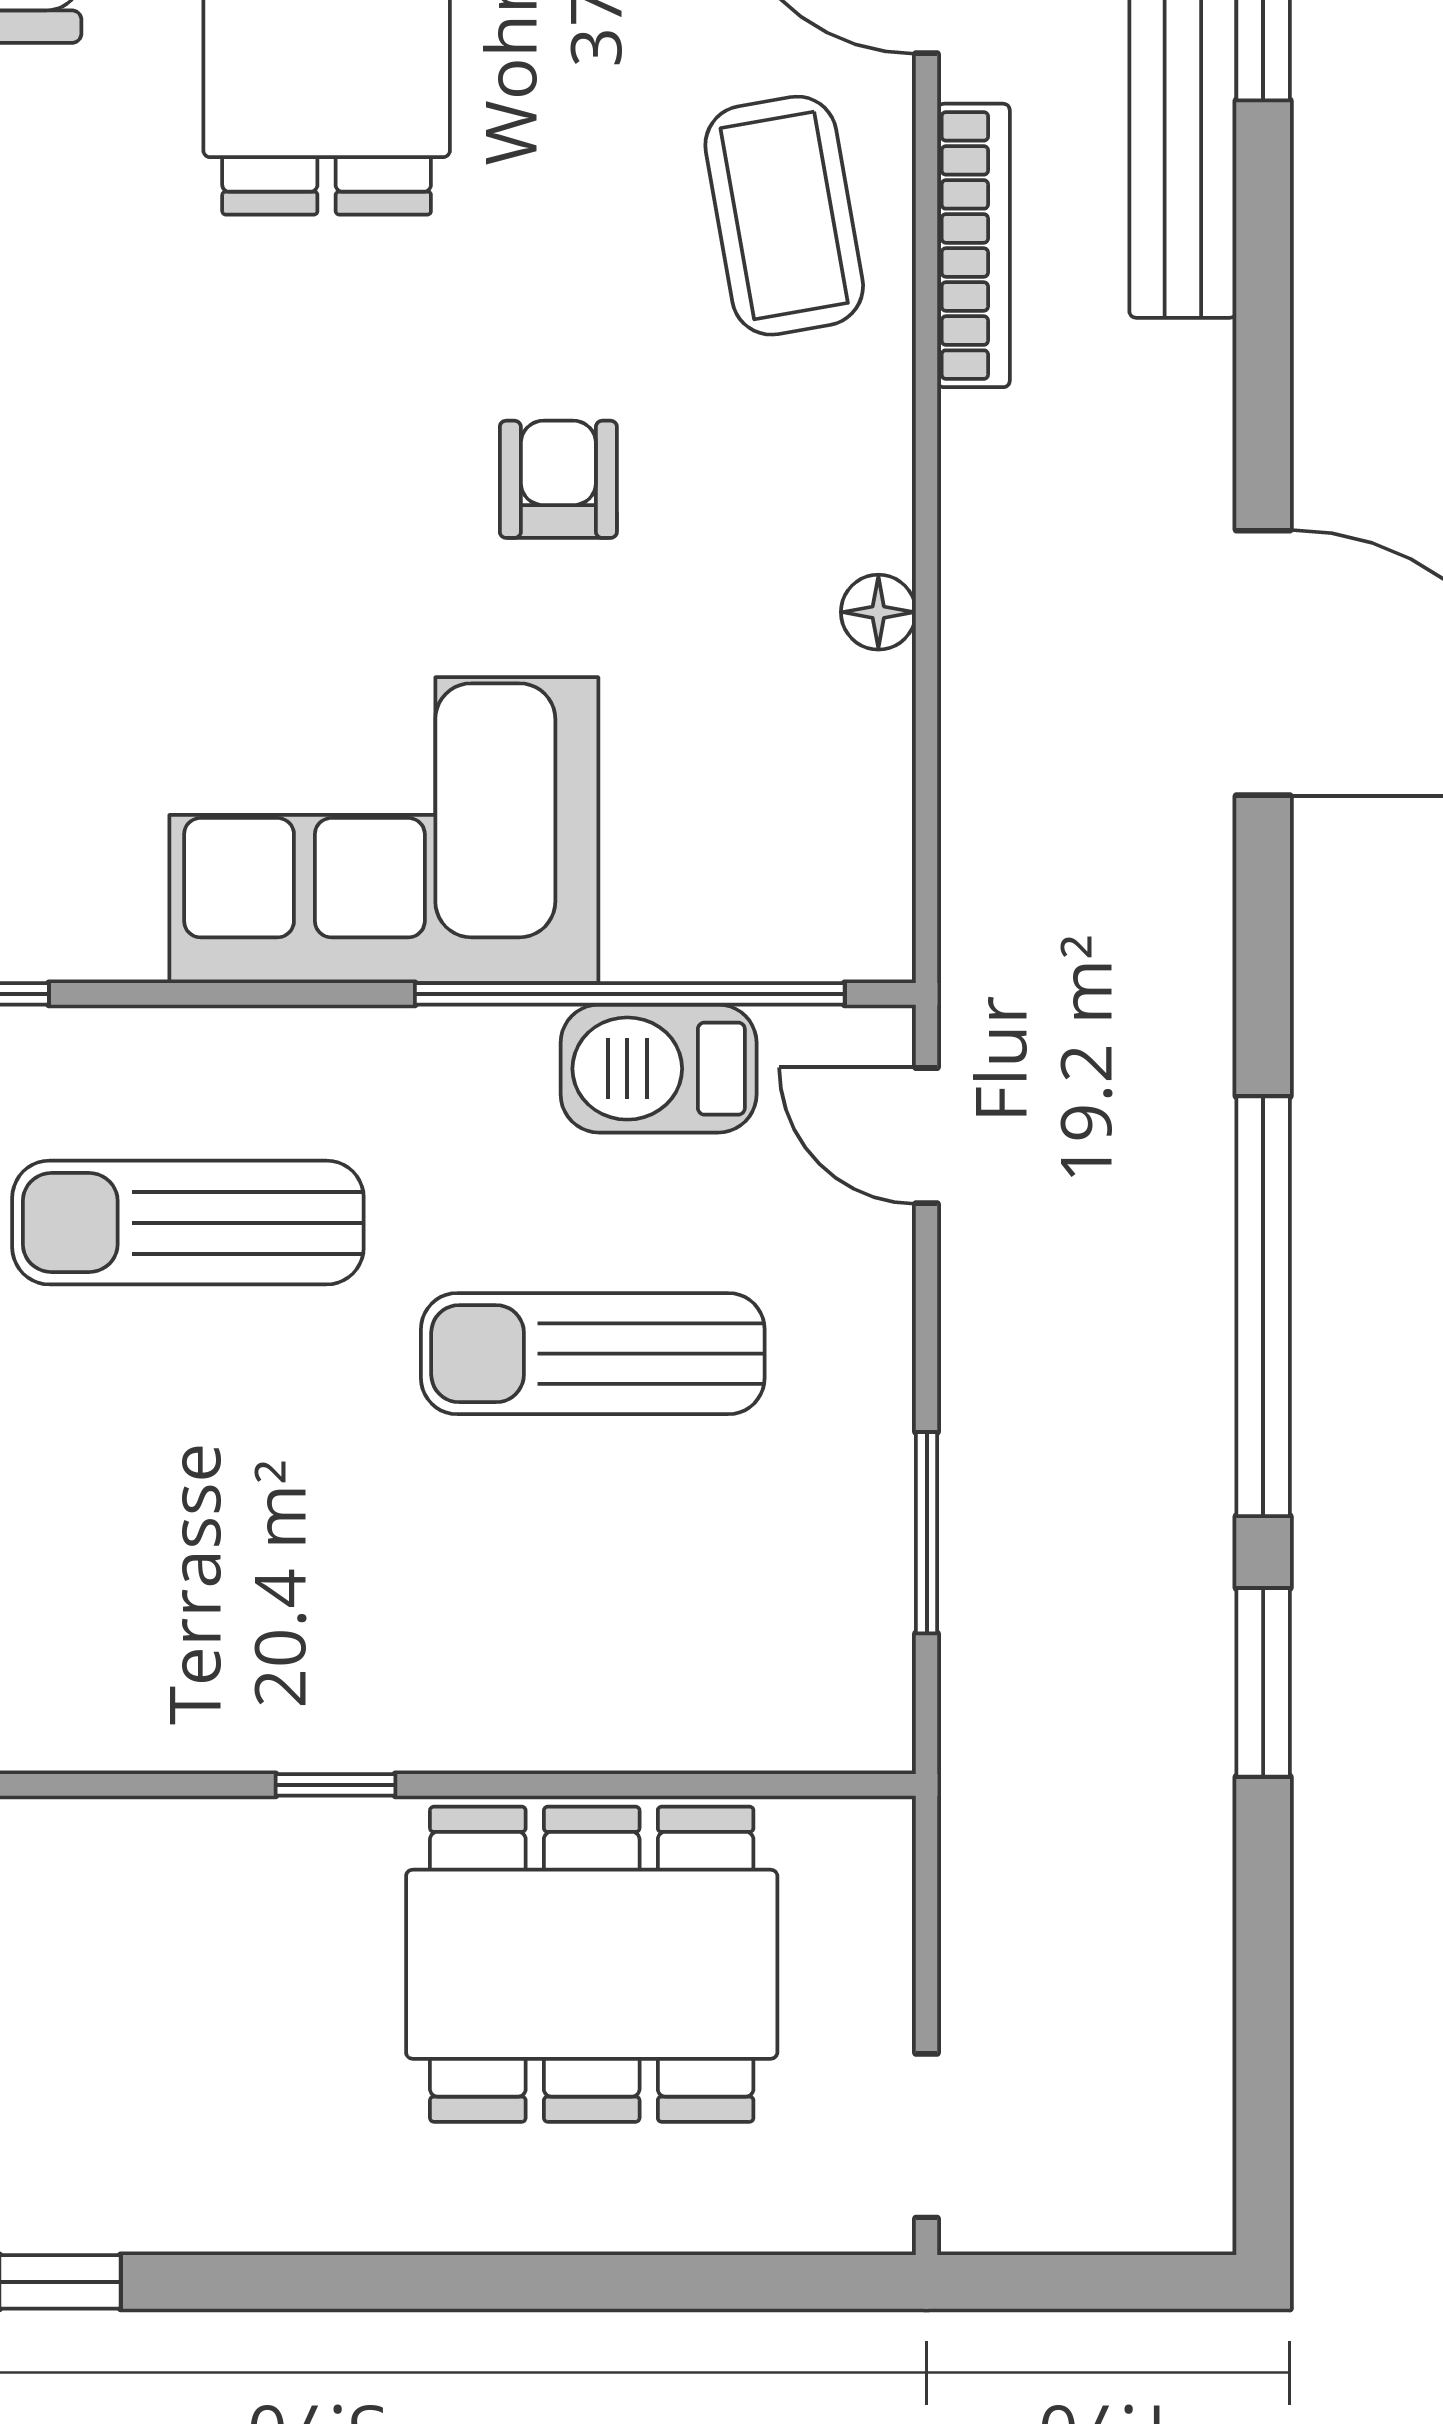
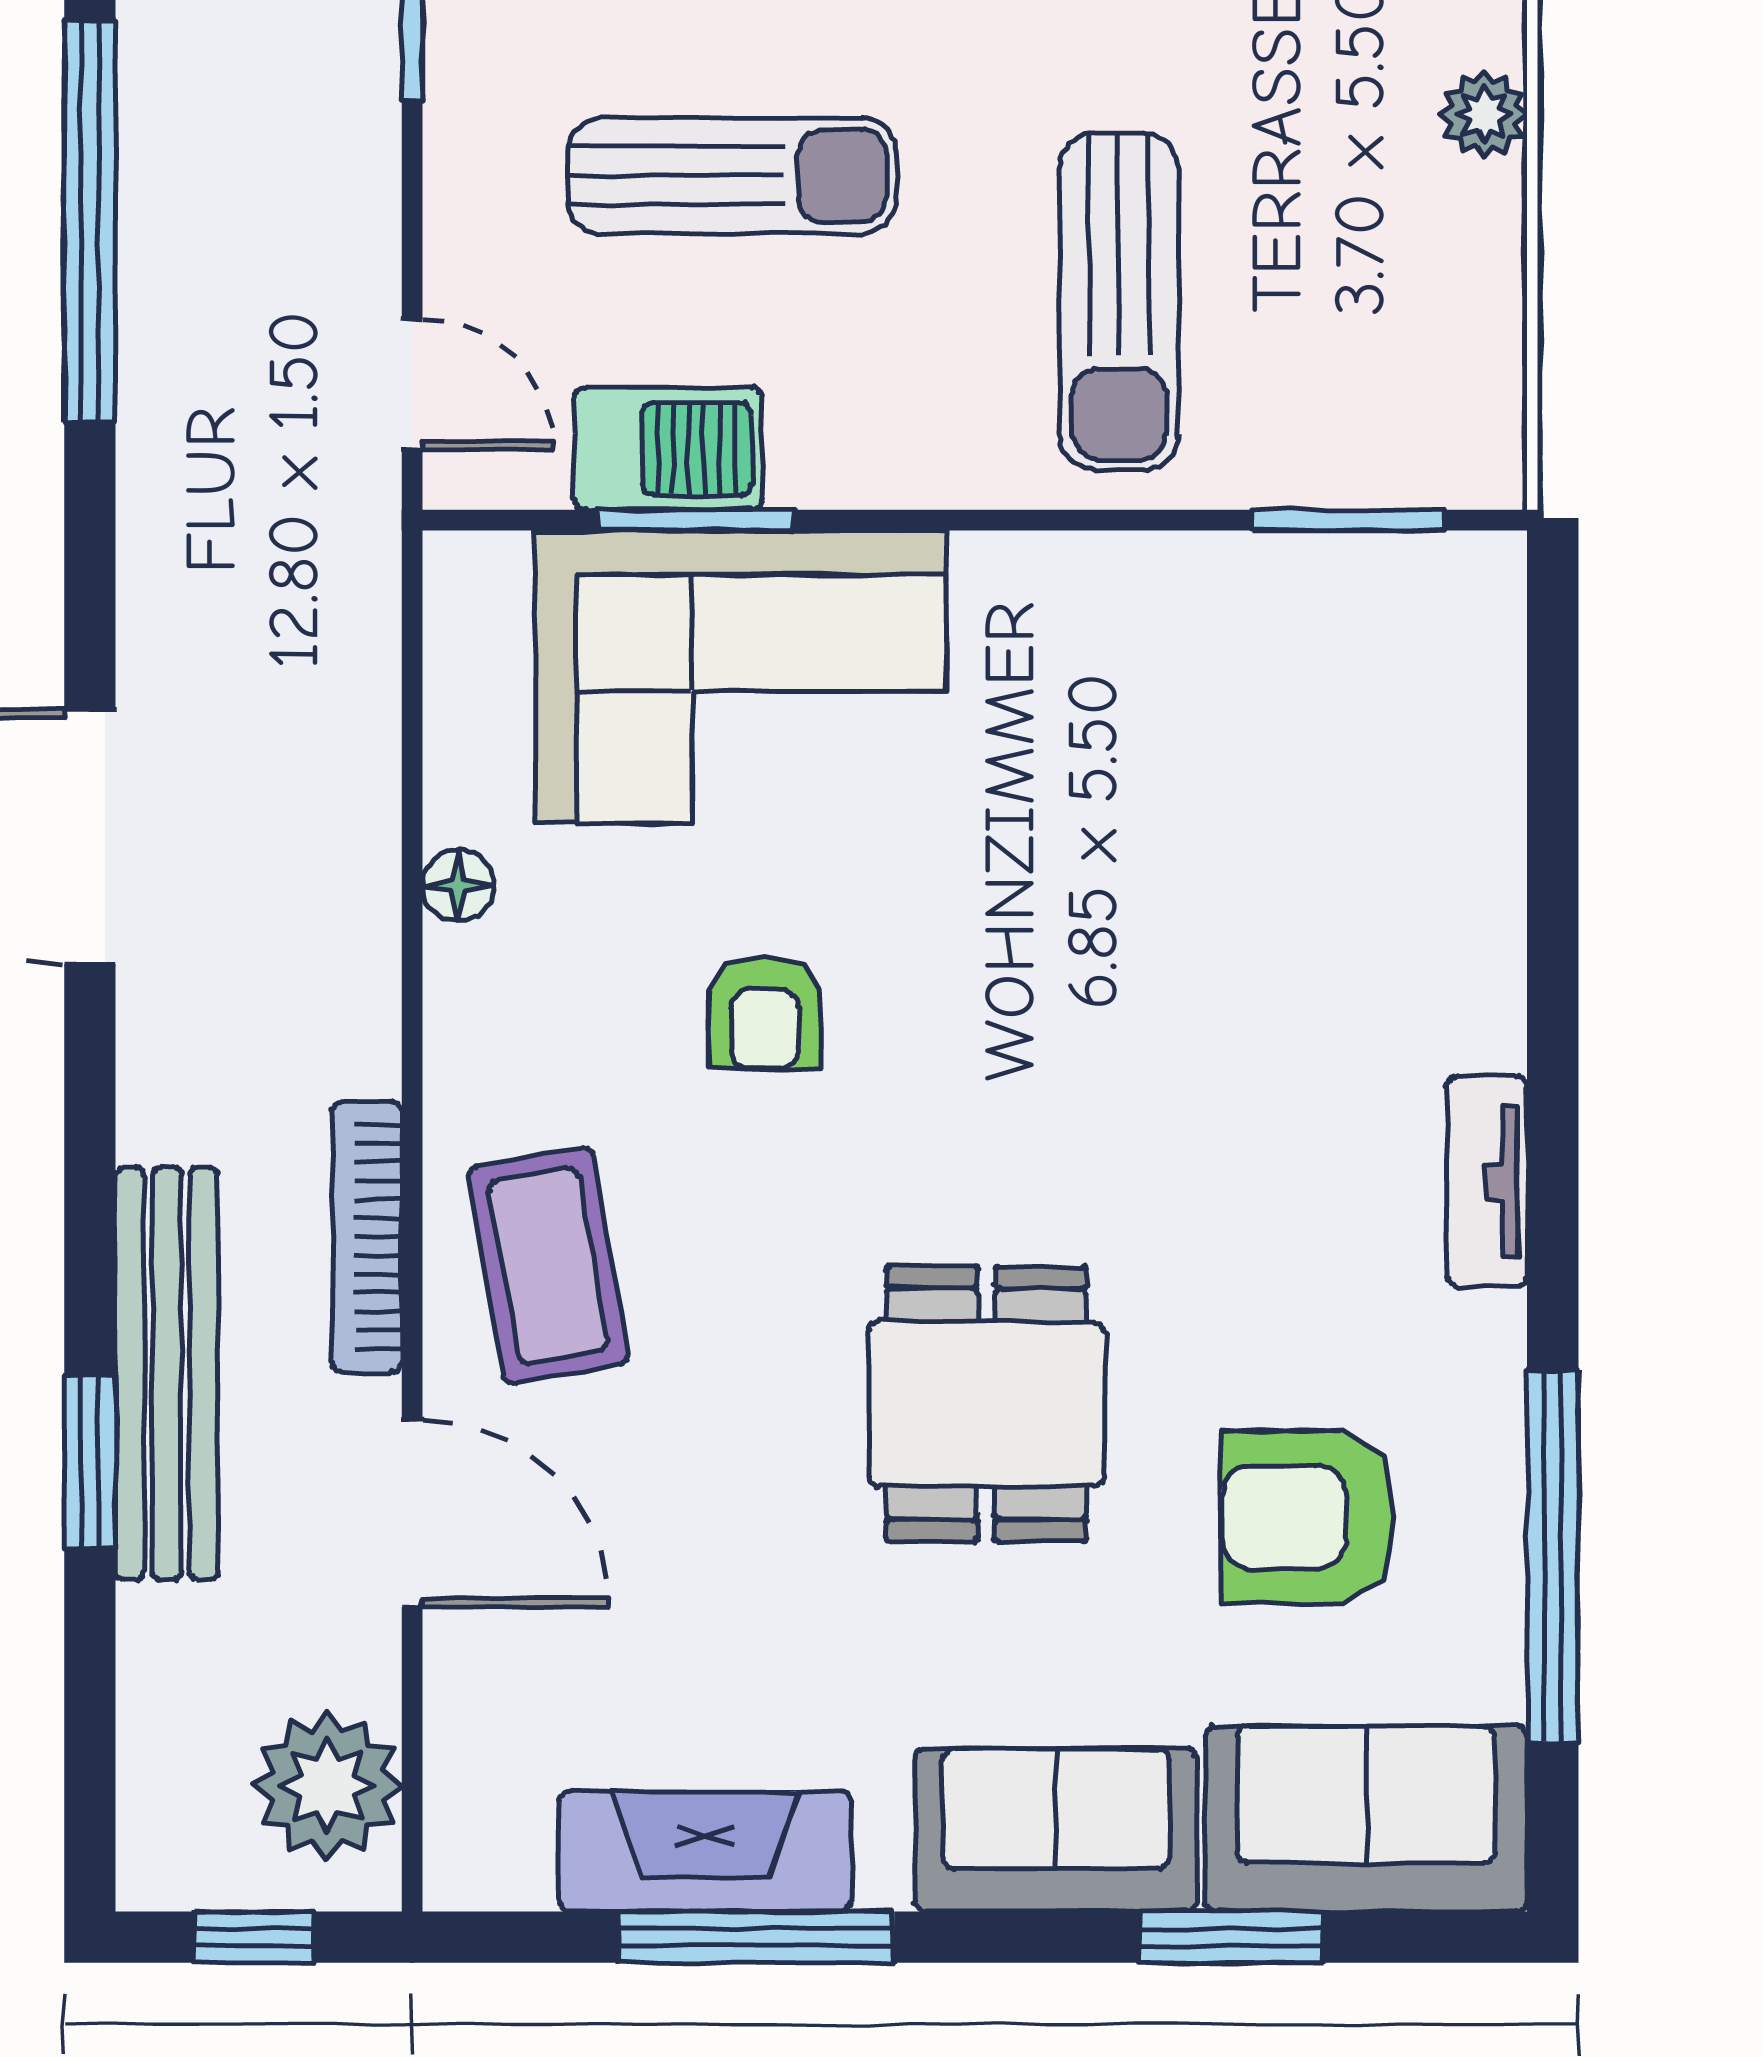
corner sofa: (384, 830) -> (741, 677), moved
window: (630, 994) -> (696, 520), width x0.47
sun lounger: (188, 1223) -> (1119, 301), turned 90

